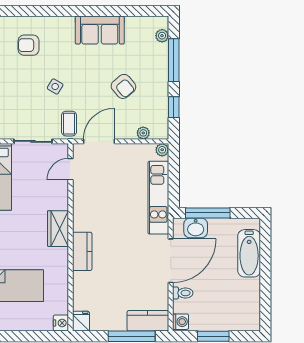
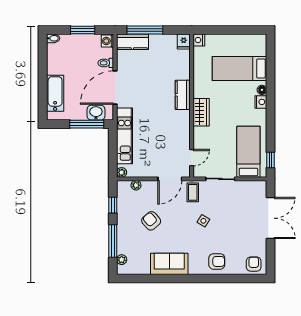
armchair: (29, 45) -> (217, 261), moved
bidet: (252, 325) -> (53, 38), added

